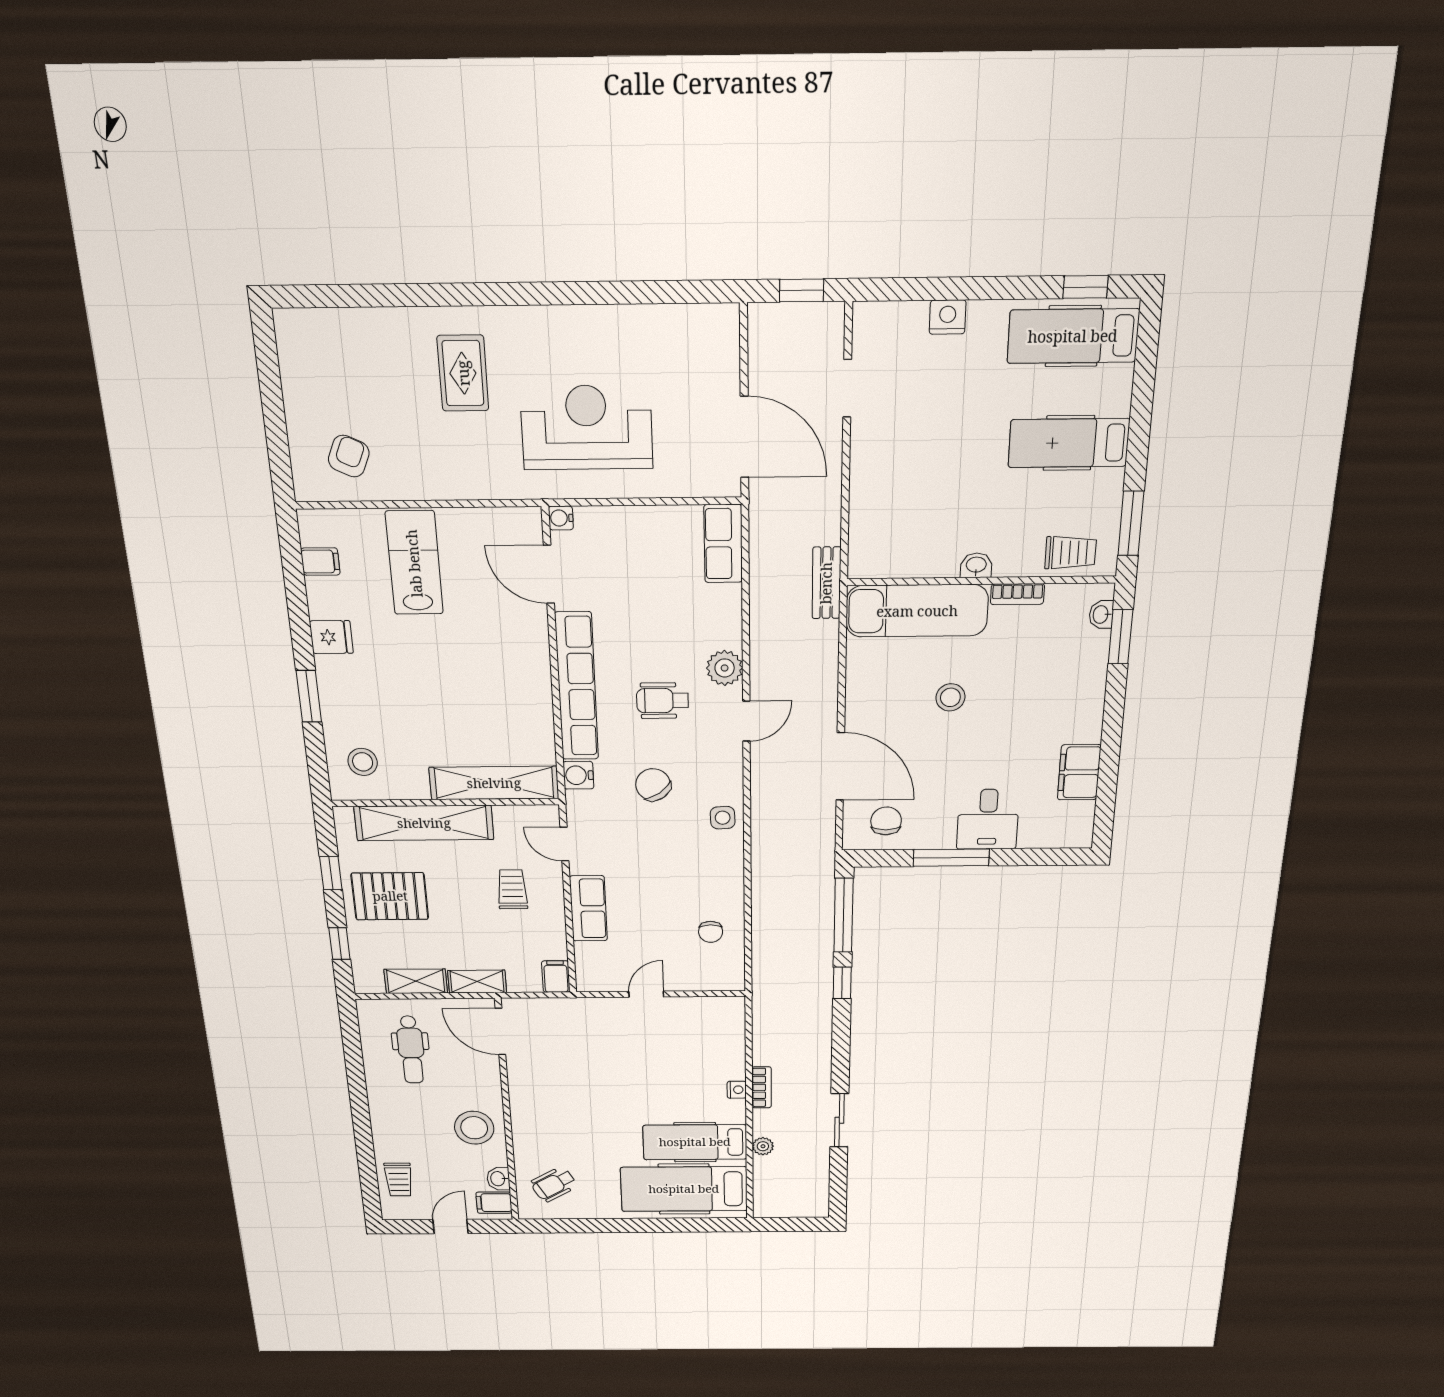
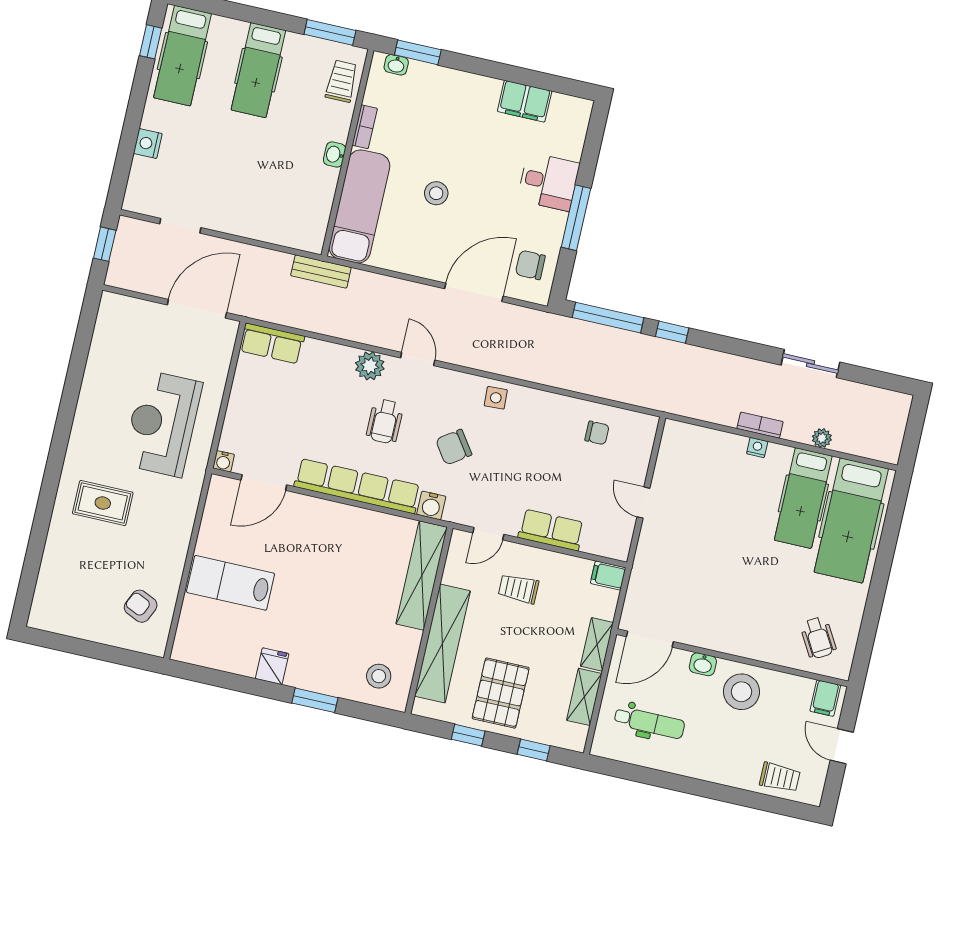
filing cabinet: (320, 562) -> (212, 654), removed
washbasin: (498, 1179) -> (703, 664), moved

